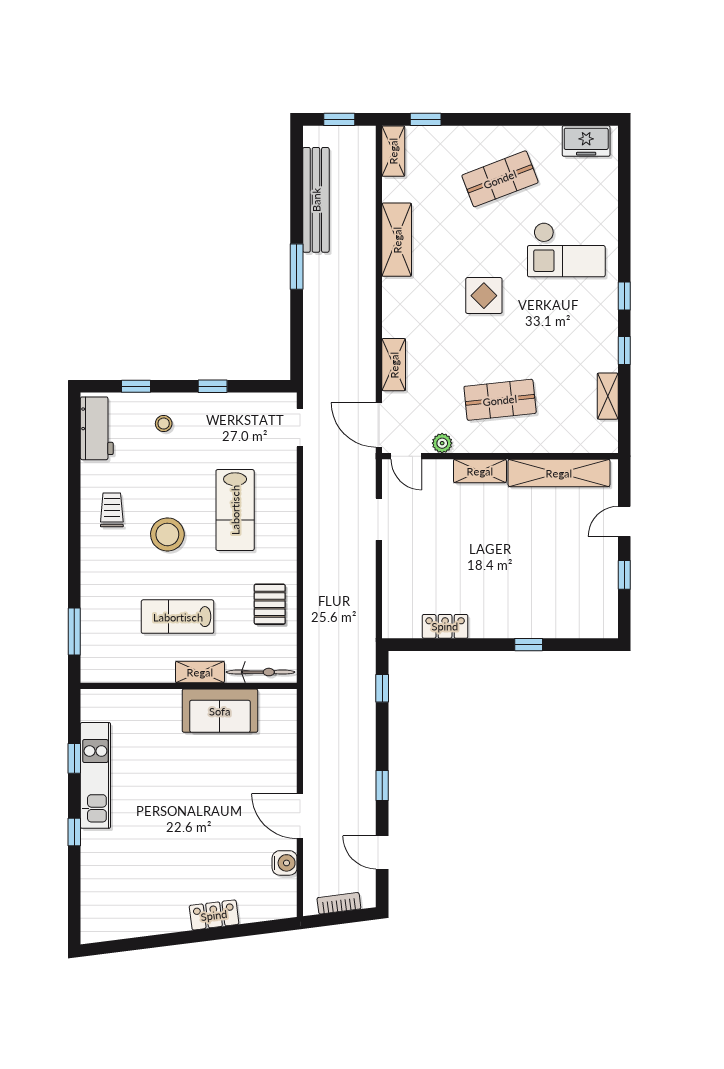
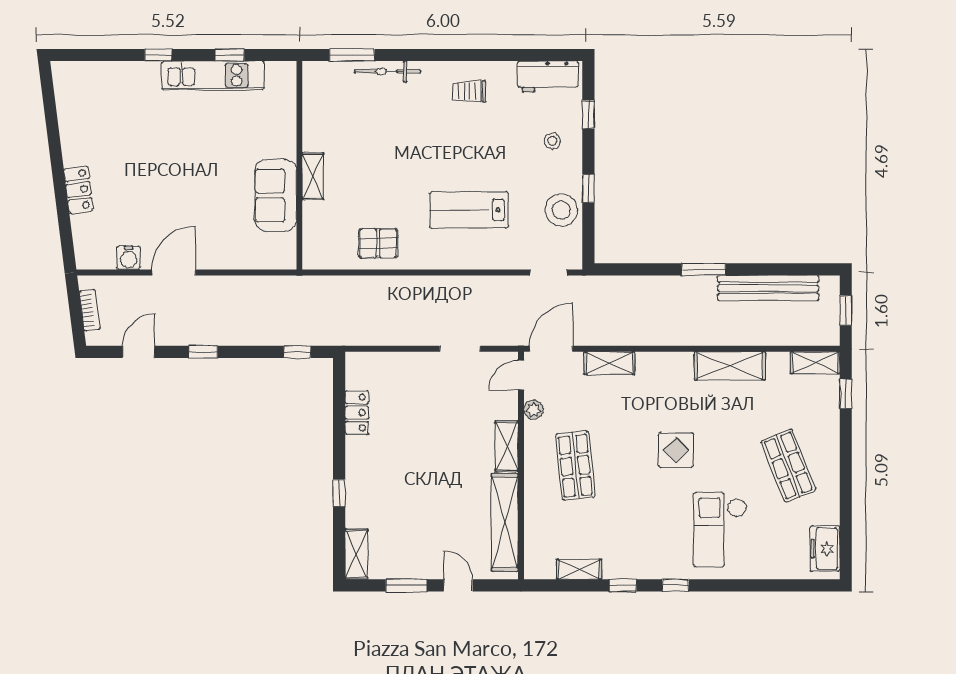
trolley: (112, 510) -> (469, 91), turned 180
stool: (167, 534) -> (561, 210), moved
window: (624, 575) -> (406, 585), width x1.50
lab bench: (178, 617) -> (366, 154), removed
shelving: (592, 627) -> (356, 554), added
bicycle: (261, 672) -> (388, 71), moved, turned 90

